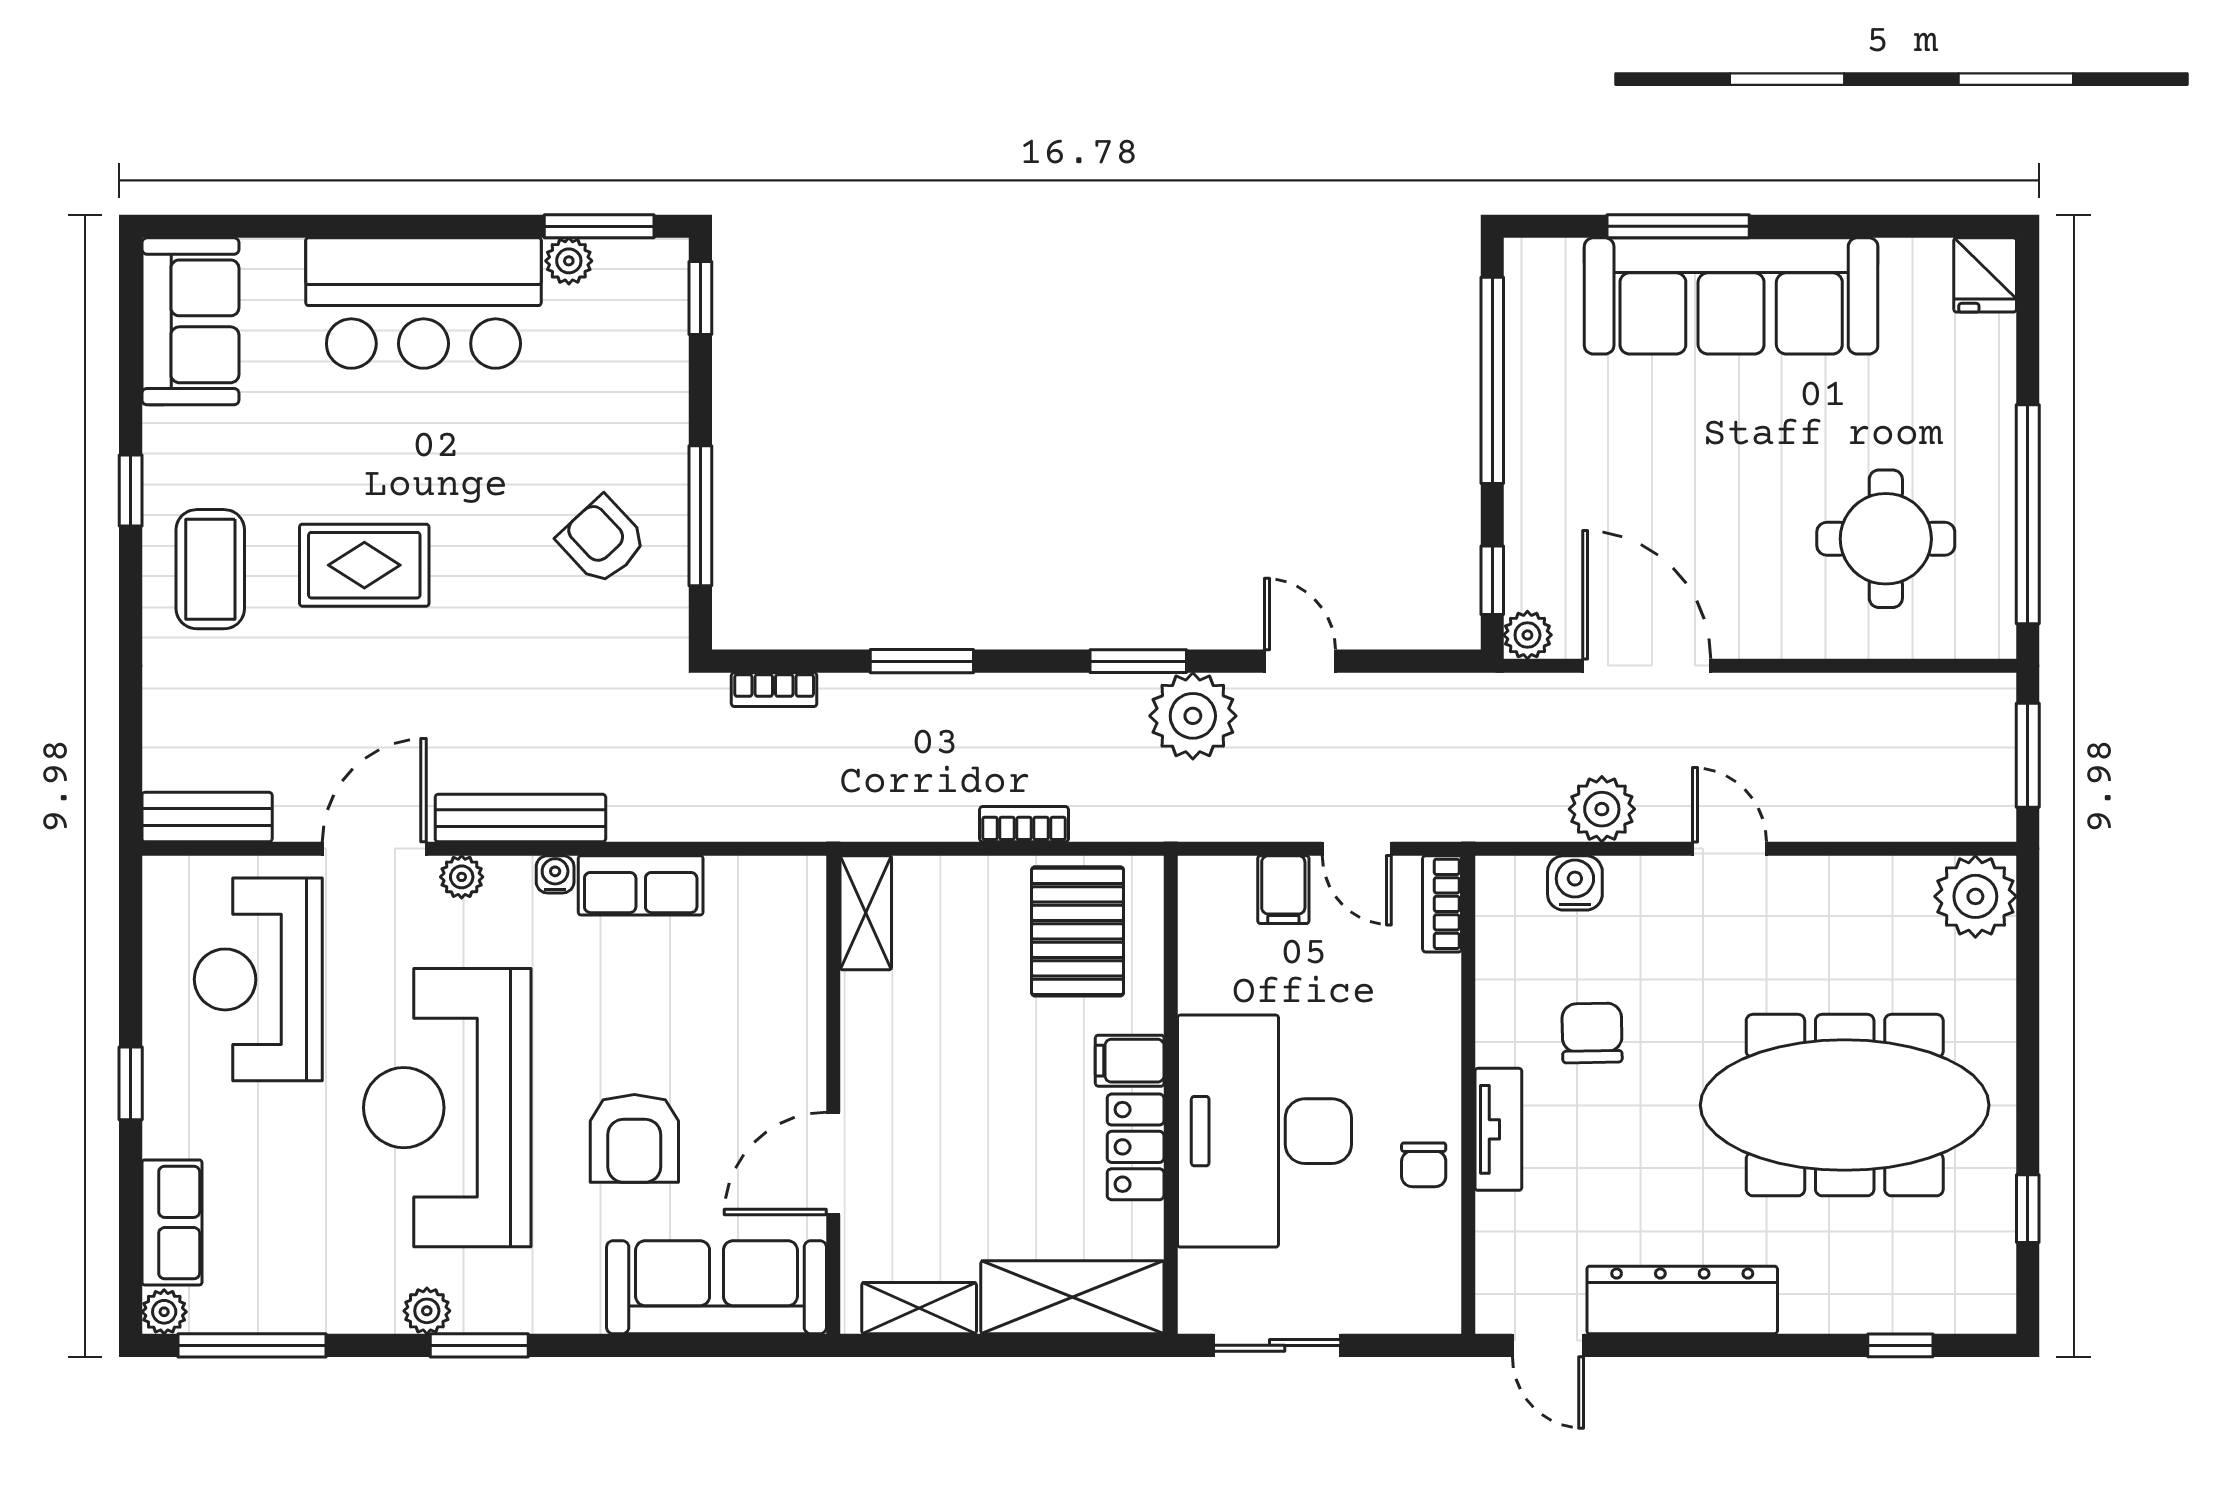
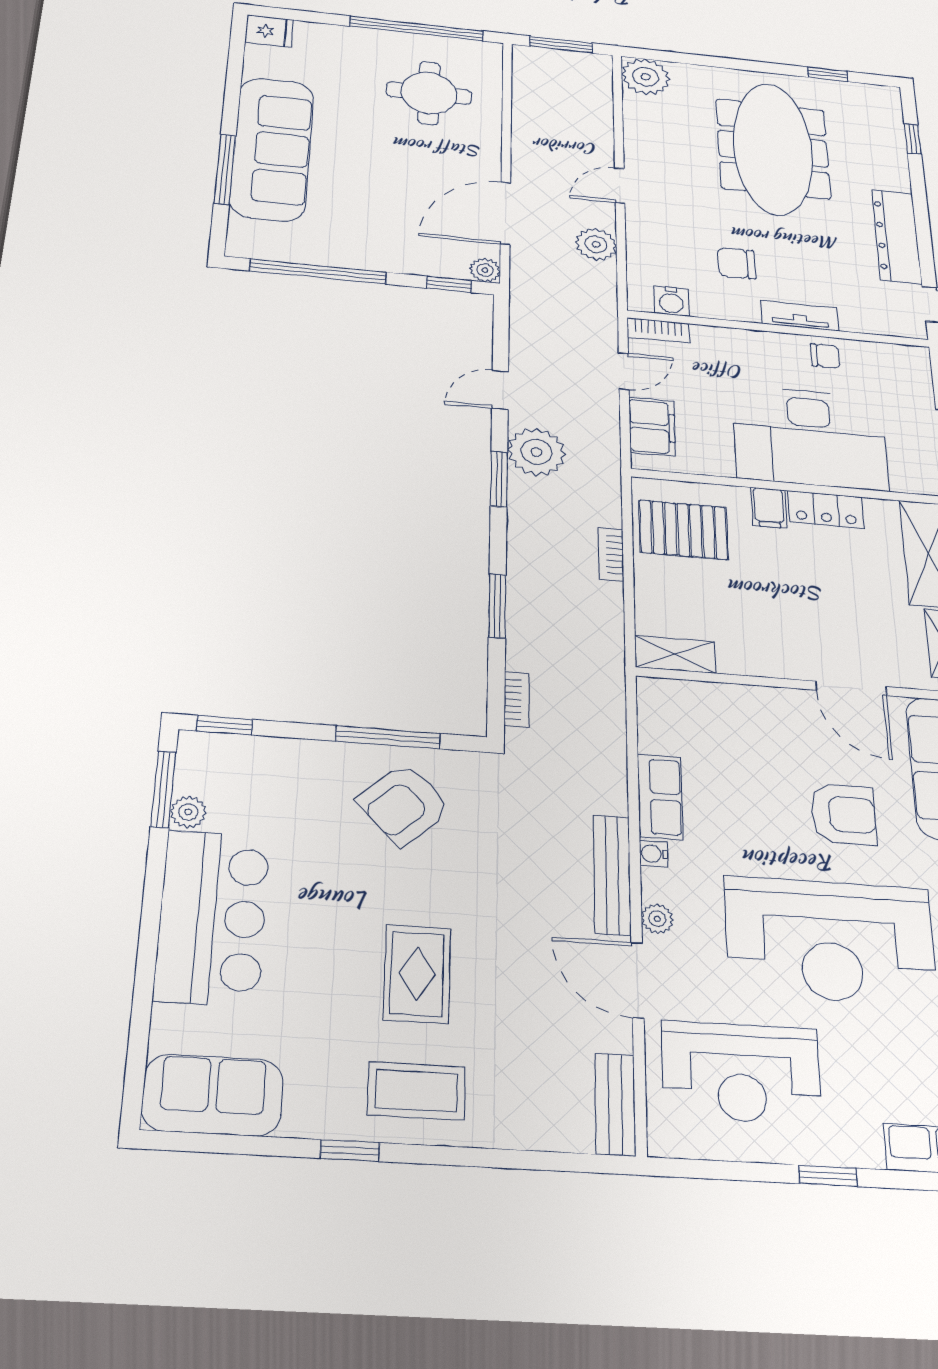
armchair: (602, 540) -> (404, 804), width x1.38, depth x1.38
water cooler: (1575, 883) -> (671, 301), moved, turned -90
filing cabinet: (1283, 890) -> (652, 427), width x2.00

